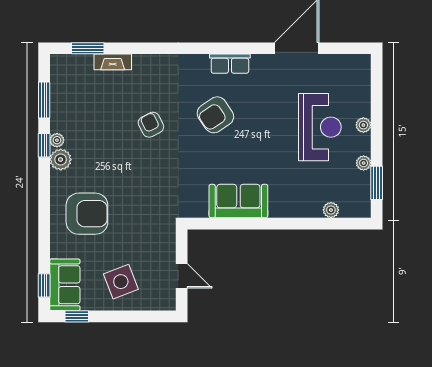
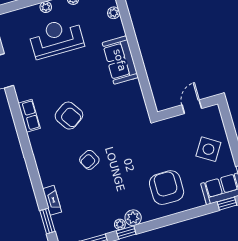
sofa: (238, 201) -> (120, 60), moved
side table: (121, 282) -> (208, 149), turned -37

